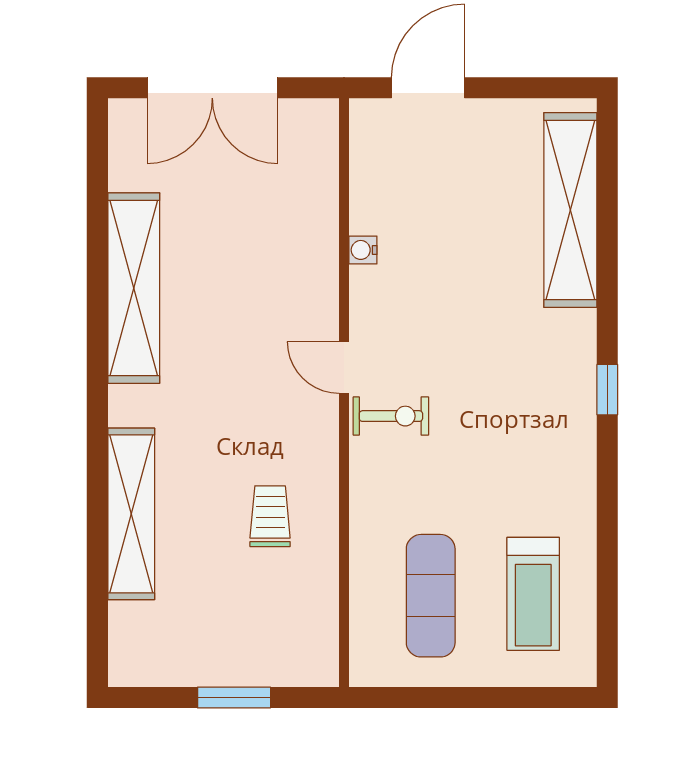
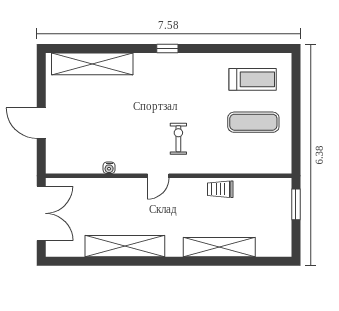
water cooler: (363, 250) -> (109, 168), moved
door: (344, 368) -> (158, 176), moved
wall: (344, 393) -> (169, 176), moved

